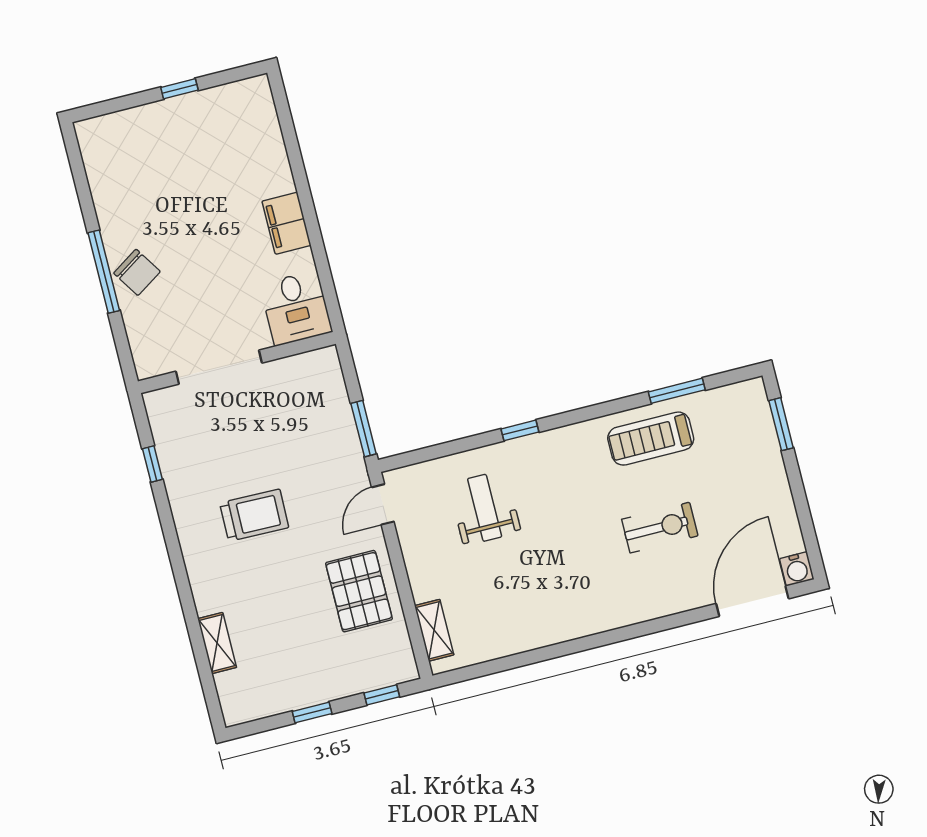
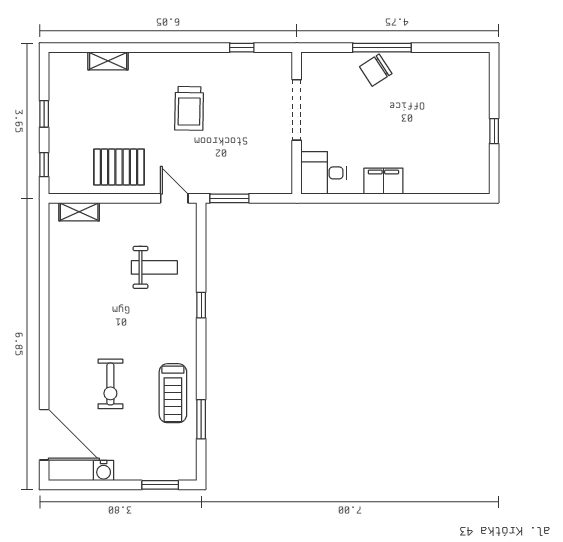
treadmill: (651, 439) -> (173, 393), turned 180
water cooler: (797, 569) -> (104, 471), moved, turned -90

